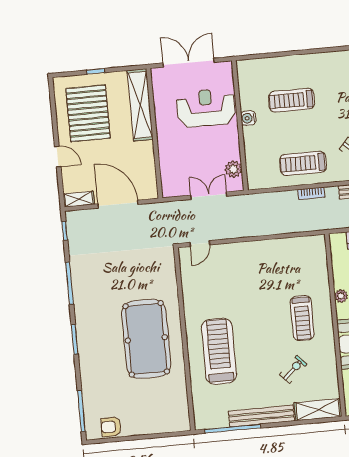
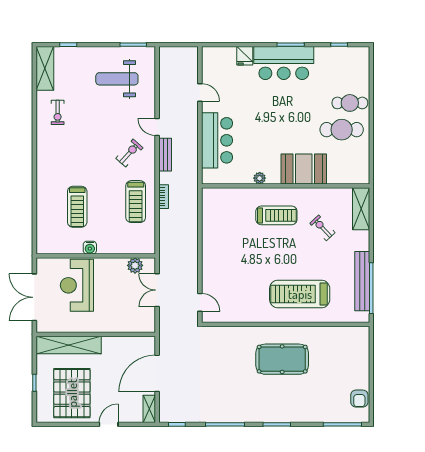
pallet: (88, 113) -> (72, 393), turned 90
pool table: (146, 339) -> (282, 359), width x0.73, depth x0.76
bench: (261, 416) -> (362, 281), moved

